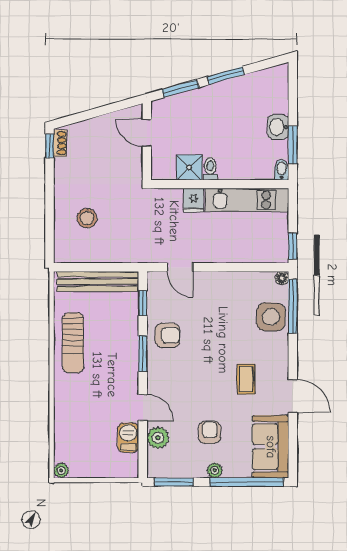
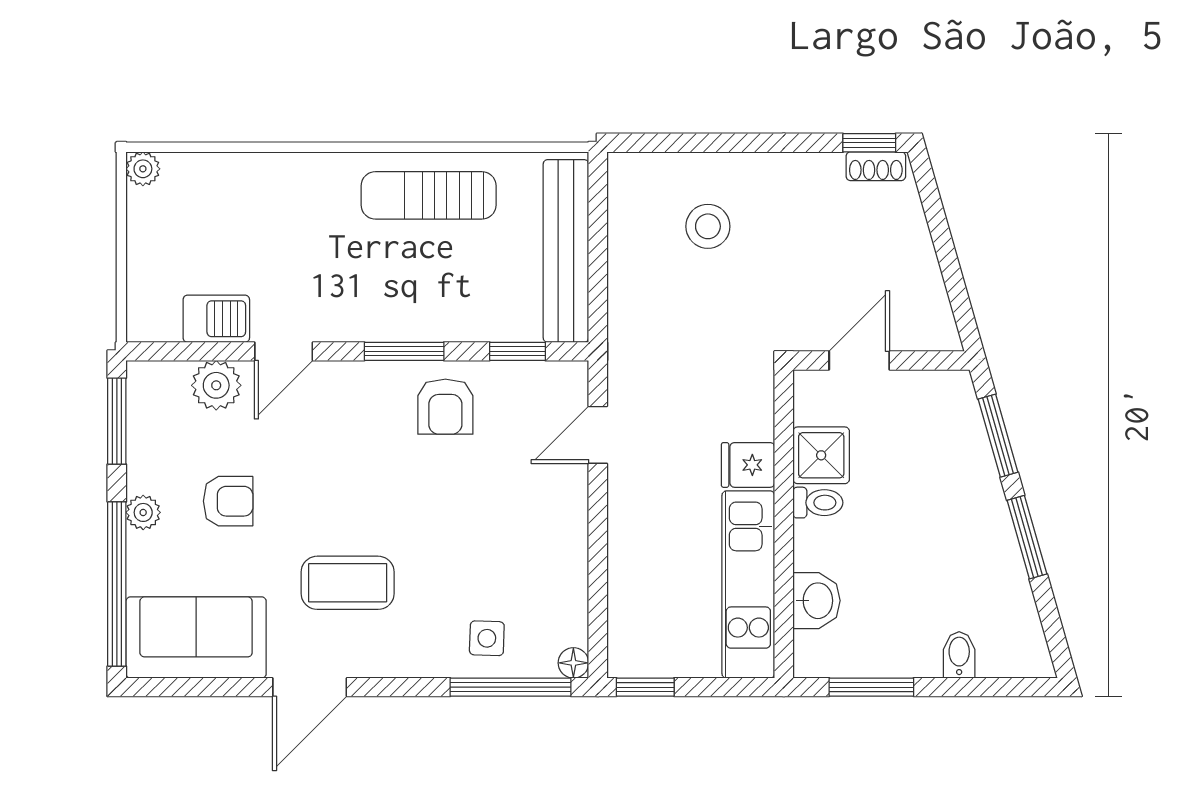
washbasin: (278, 127) -> (817, 601), moved, turned 90
door: (147, 133) -> (859, 360), moved
bidet: (282, 170) -> (959, 655), moved, turned -90
side table: (271, 317) -> (487, 638), width x0.54, depth x0.54
coffee table: (246, 379) -> (348, 583), width x1.36, depth x1.30

